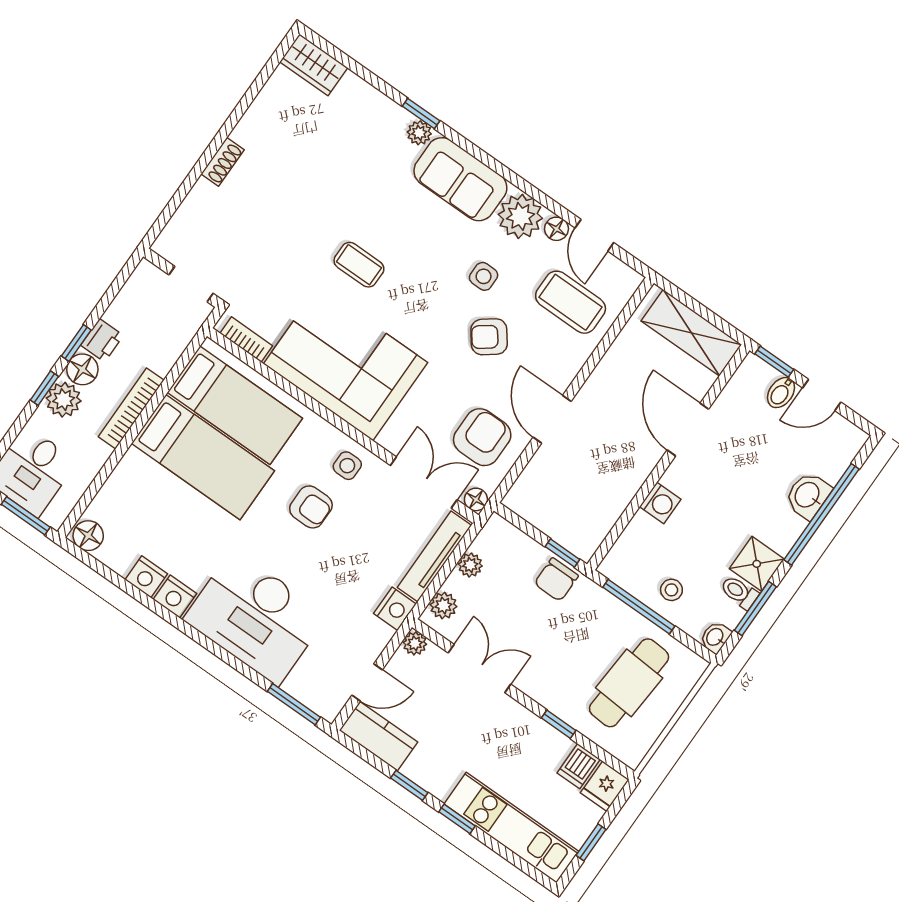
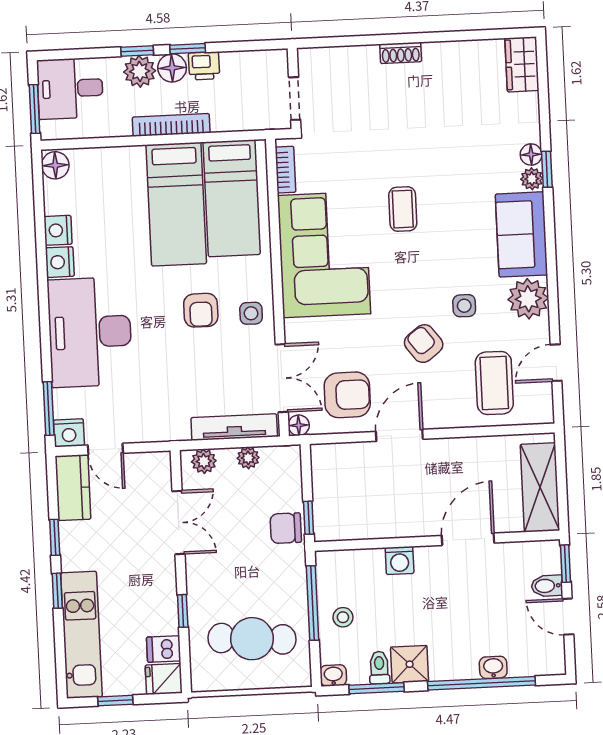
floor lamp: (556, 229) -> (531, 155), moved
washbasin: (808, 495) -> (493, 667), width x0.72, depth x0.69
nightstand: (395, 609) -> (69, 433), moved
plant: (415, 643) -> (160, 462), removed

